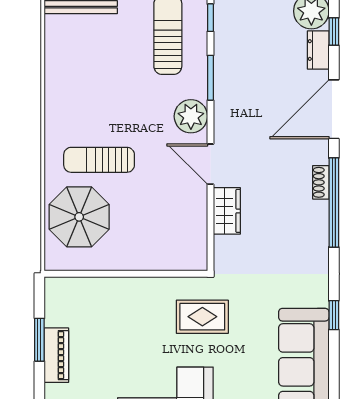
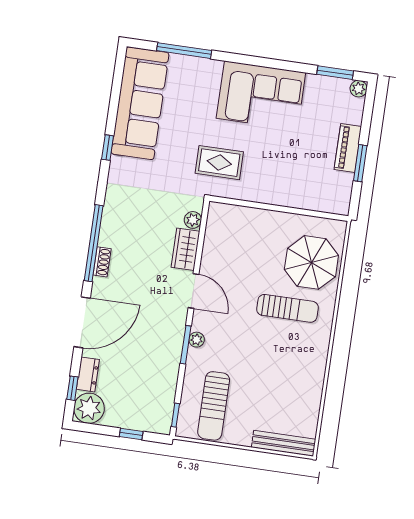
window: (210, 78) -> (186, 345), moved
plant: (191, 116) -> (197, 340), width x0.53, depth x0.53
plant: (223, 246) -> (193, 220), added

